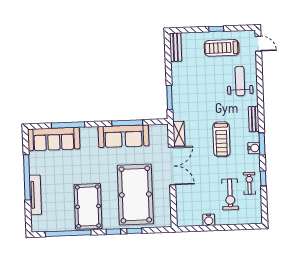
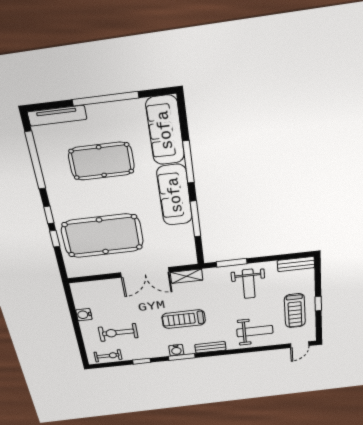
treadmill: (222, 48) -> (295, 311), turned 180
weight bench: (191, 85) -> (249, 284), added
window: (68, 125) -> (188, 162), moved
sofa: (123, 136) -> (175, 195), moved
exercise bike: (249, 183) -> (108, 356), moved
tv unit: (35, 195) -> (57, 116), moved
pool table: (88, 206) -> (101, 161), moved

